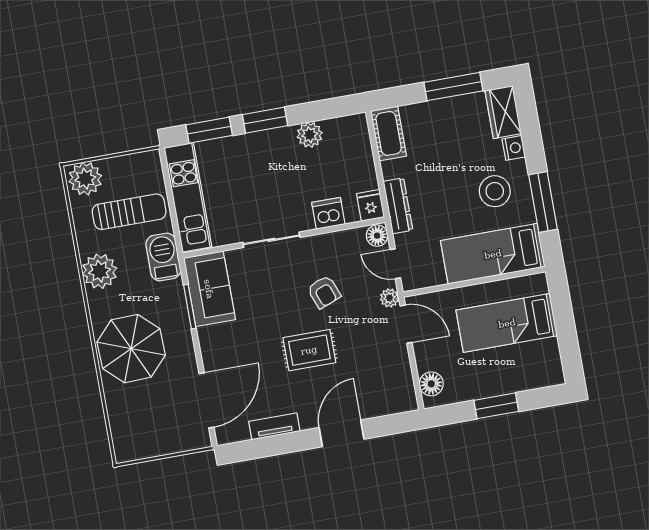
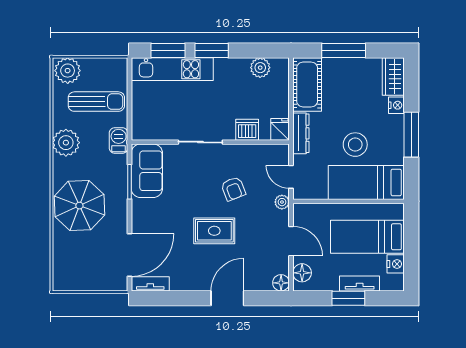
window: (453, 87) -> (344, 51), moved
cot: (389, 133) -> (307, 85), width x1.37, depth x1.34
plant: (310, 135) -> (260, 68), moved
stool: (495, 191) -> (355, 145), moved
kitchen unit: (188, 197) -> (172, 69), moved, turned 90
window: (543, 202) -> (411, 135), moved
floor lamp: (377, 236) -> (281, 283), moved
barbecue: (163, 257) -> (119, 140), width x0.73, depth x0.79
door: (406, 324) -> (291, 241), moved
nightstand: (549, 351) -> (396, 264), added
tv unit: (507, 384) -> (360, 283), added
tv unit: (274, 426) -> (150, 284), moved

